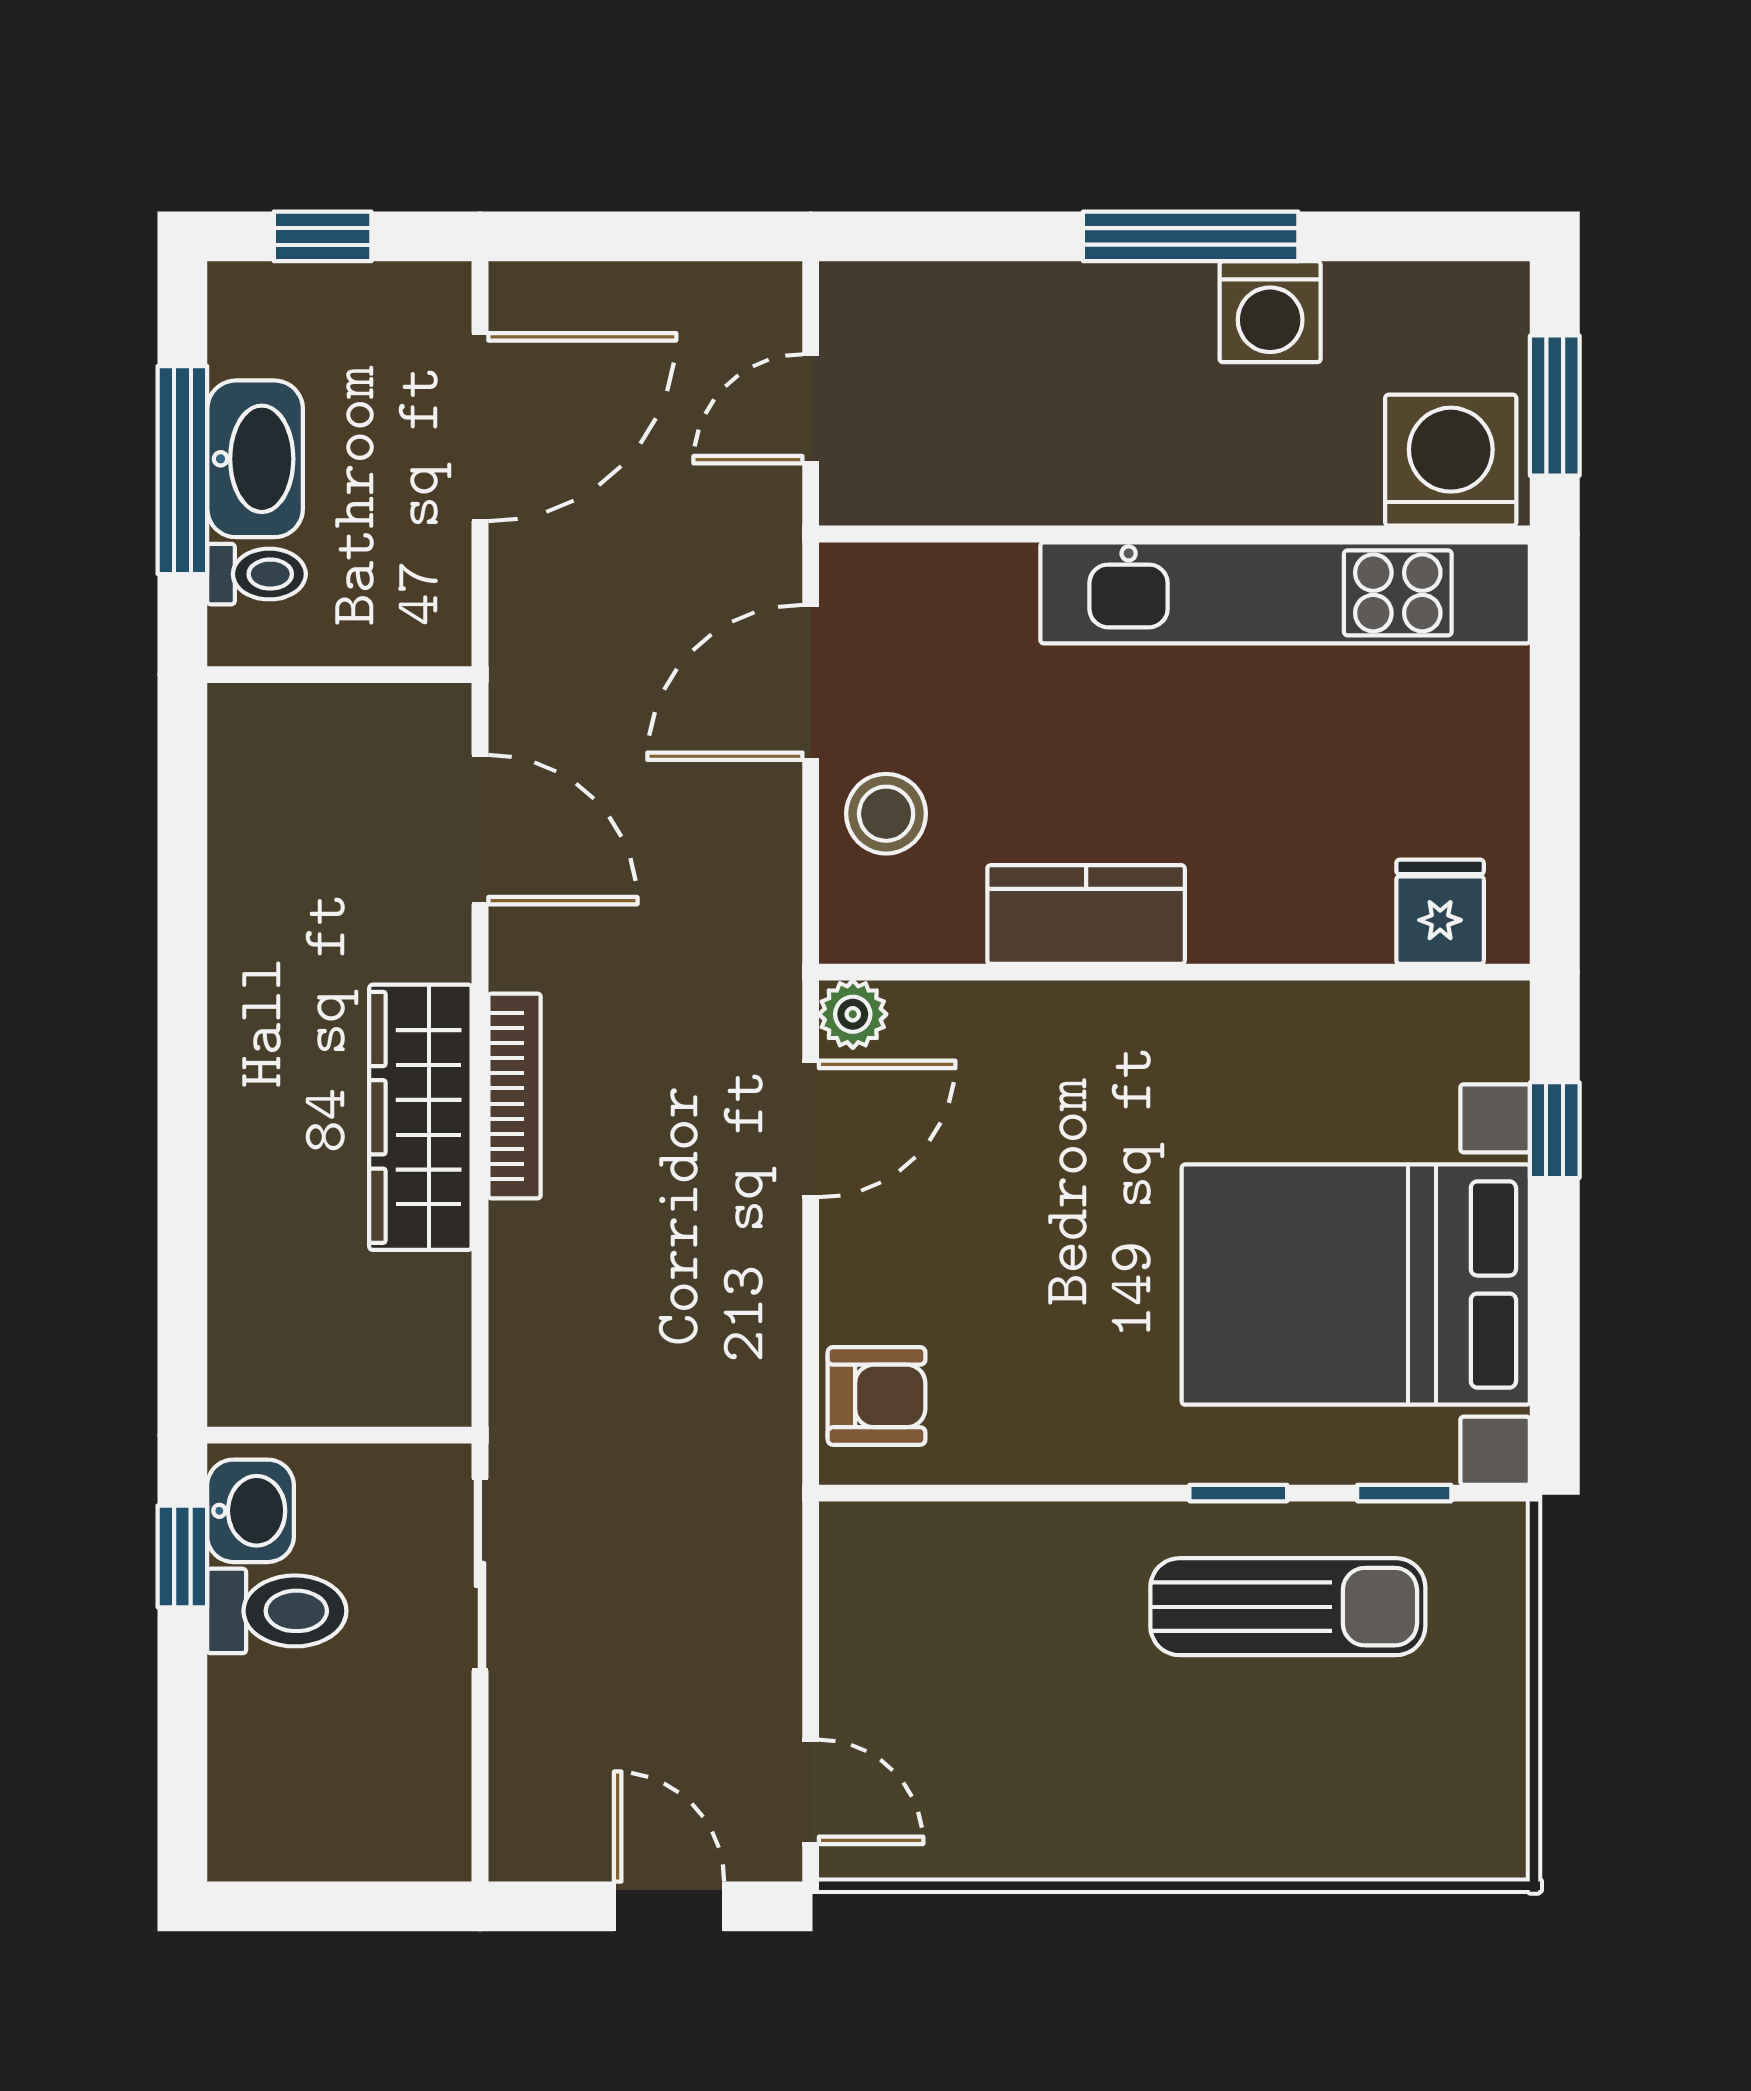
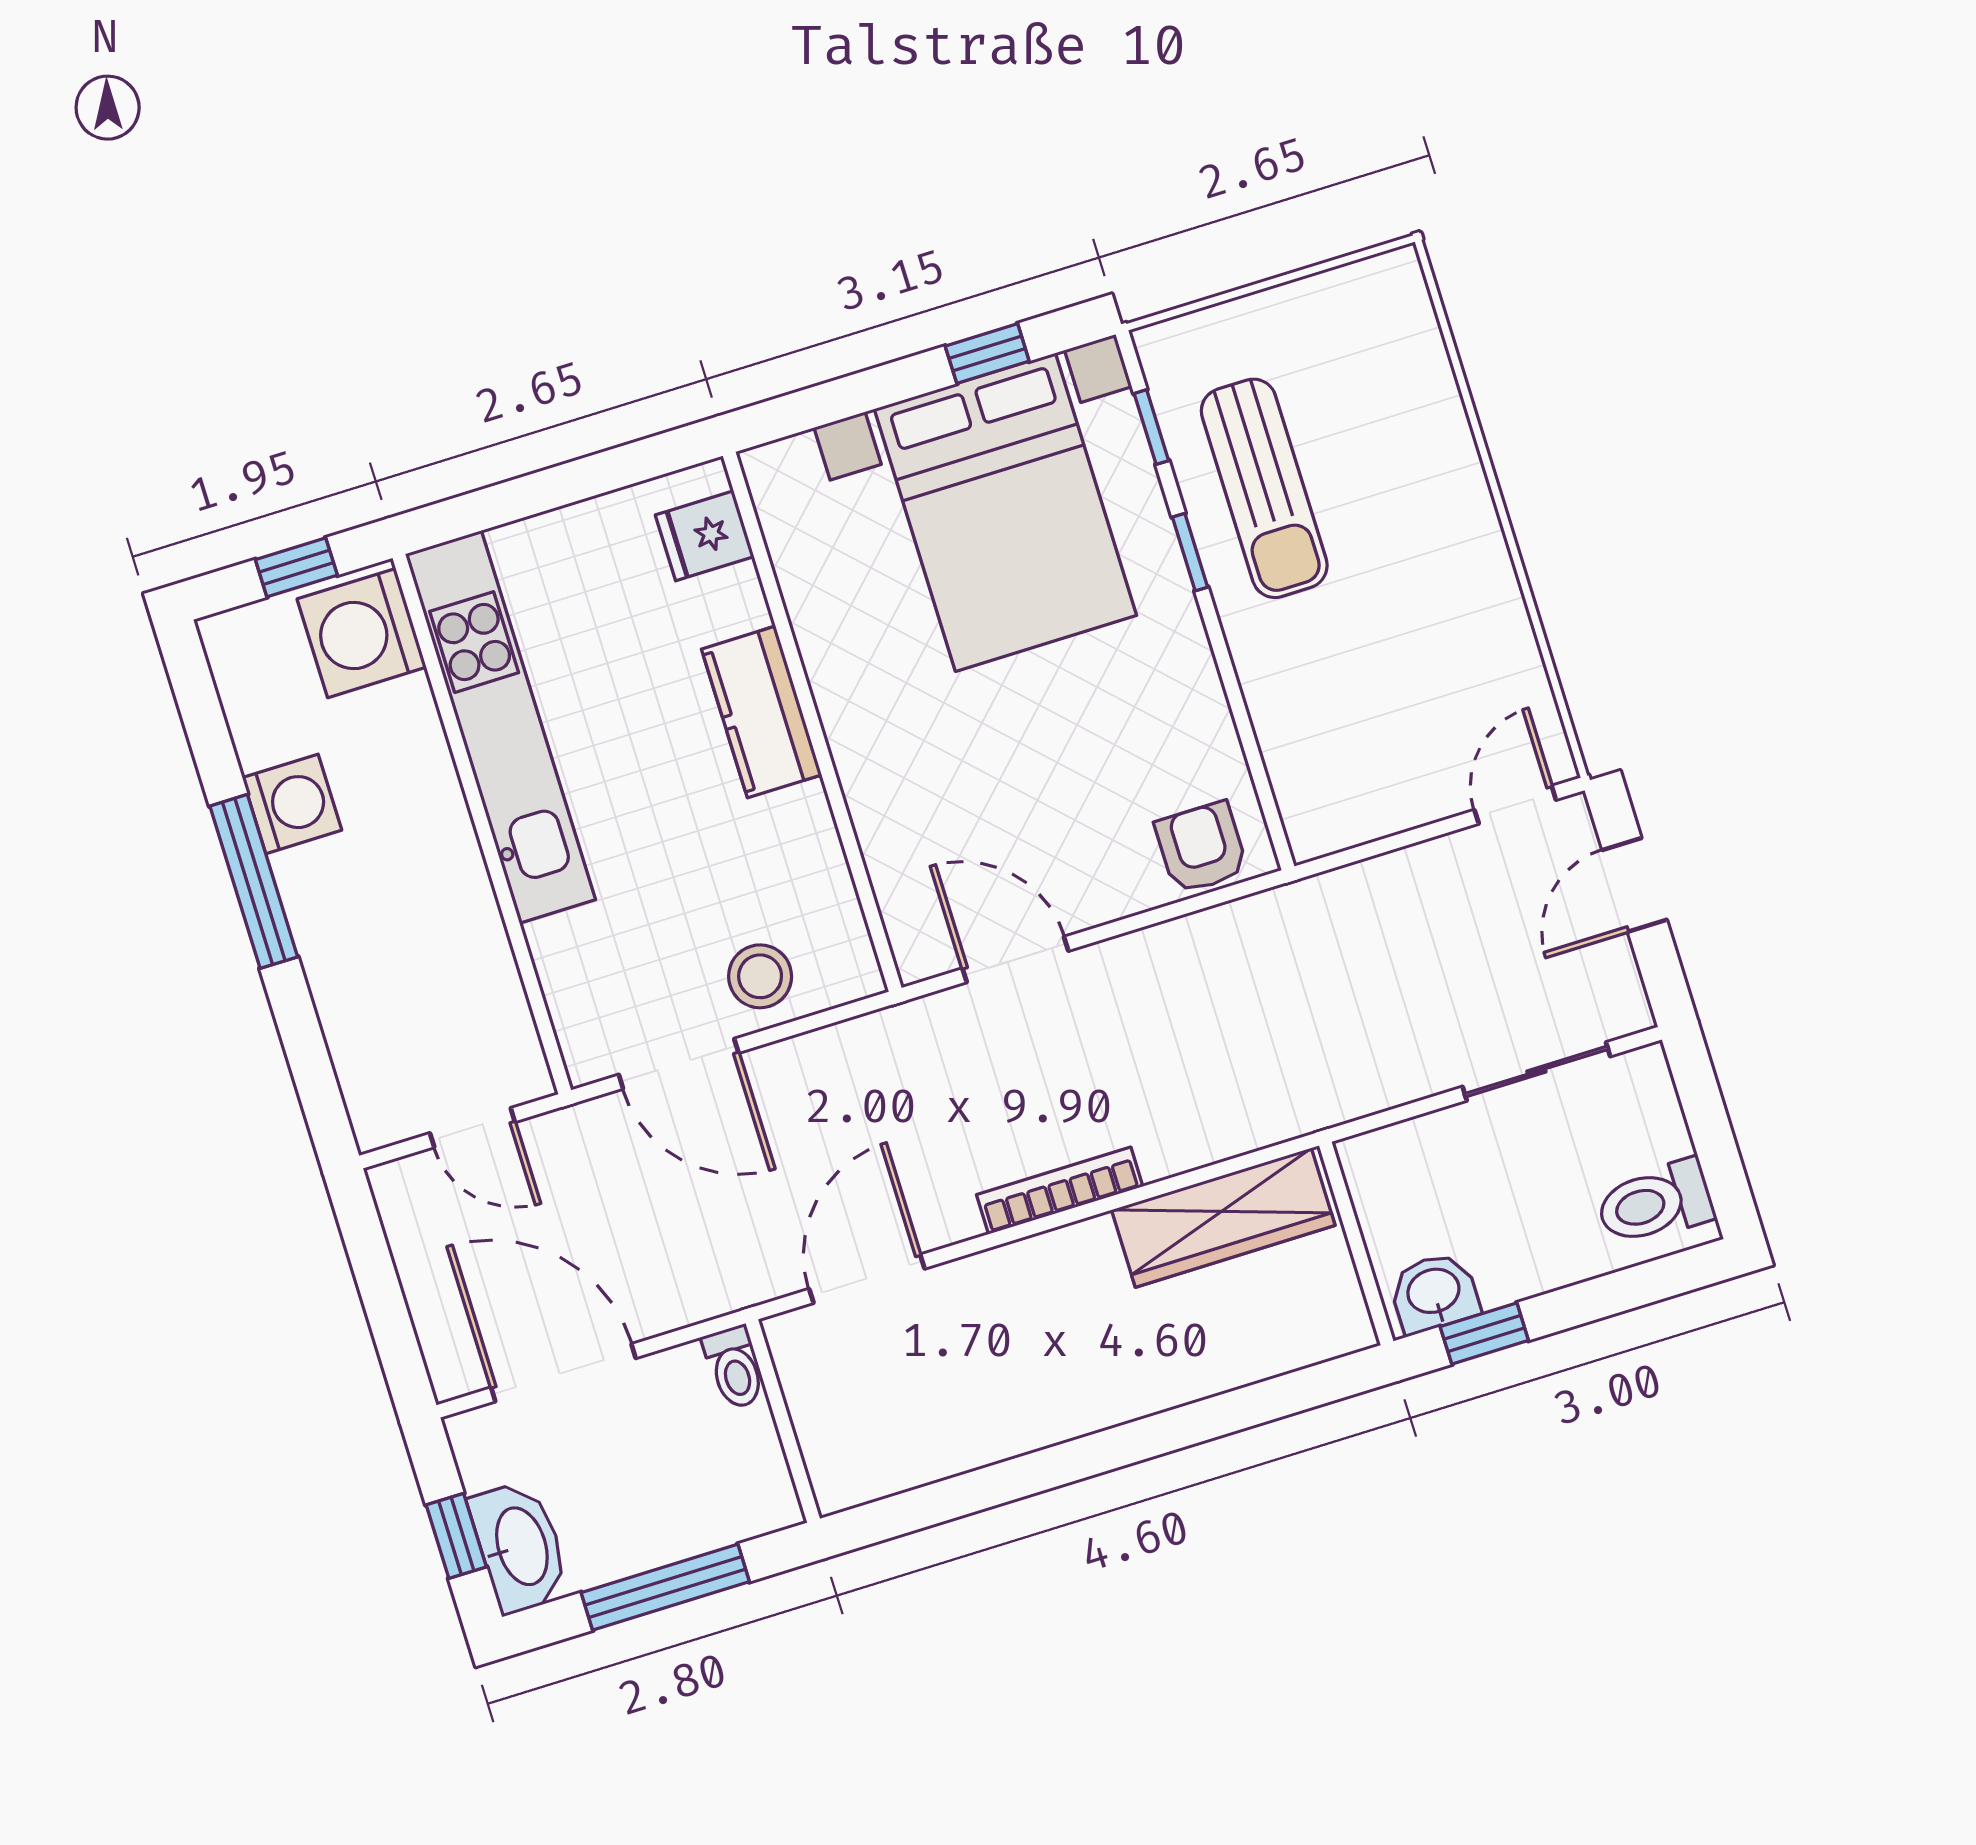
window: (1555, 406) -> (296, 567), width x0.67
washbasin: (255, 459) -> (520, 1547), moved, turned 90
toilet: (256, 574) -> (734, 1367), moved, turned 180
kitchen counter: (1086, 915) -> (762, 712), moved
plant: (853, 1014) -> (919, 955), removed
wardrobe: (420, 1117) -> (1223, 1218), moved
window: (1555, 1130) -> (987, 354), moved
sliding door: (480, 1574) -> (1536, 1072), moved
sun lounger: (1288, 1607) -> (1264, 488), turned 180
toilet: (277, 1611) -> (1655, 1203), moved, turned -90

